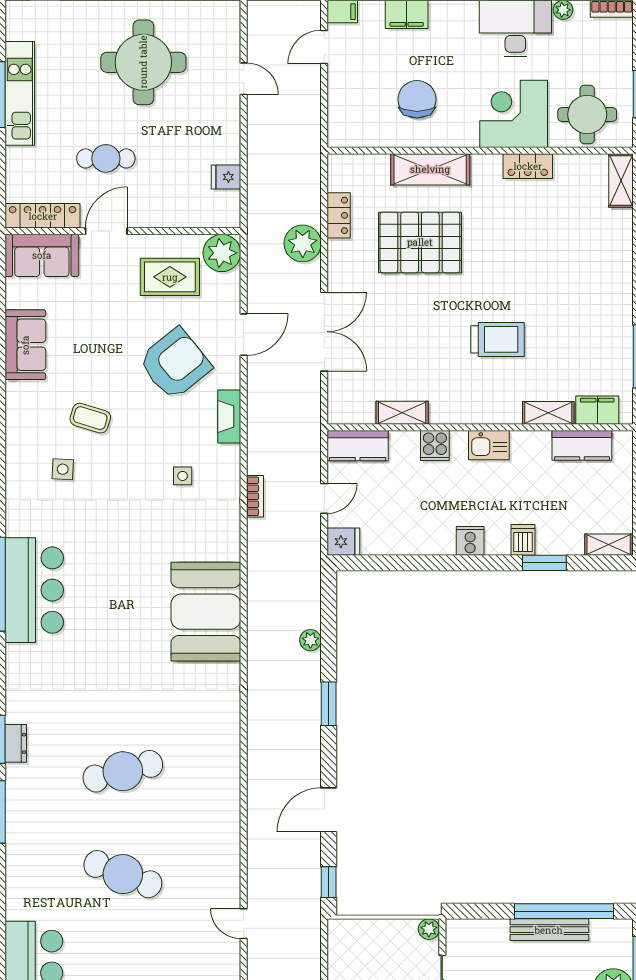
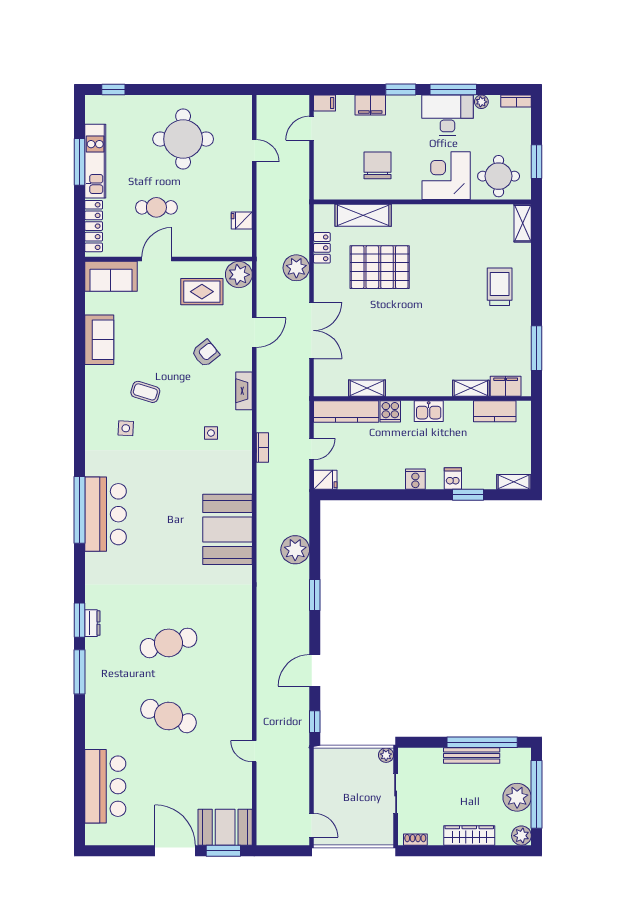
locker: (528, 166) -> (456, 213), removed
shelving: (430, 169) -> (363, 215), moved
locker: (43, 216) -> (94, 226), moved, turned 90
trolley: (497, 339) -> (500, 287), moved, turned -90
armchair: (175, 364) -> (205, 353), width x0.53, depth x0.53
kitchen counter: (358, 446) -> (346, 412), width x1.50
plant: (310, 640) -> (295, 550), width x1.87, depth x1.87

